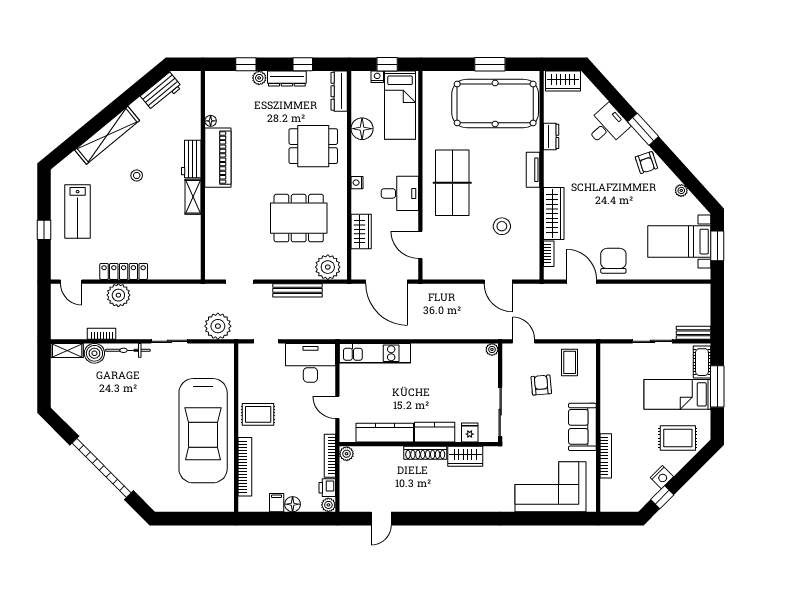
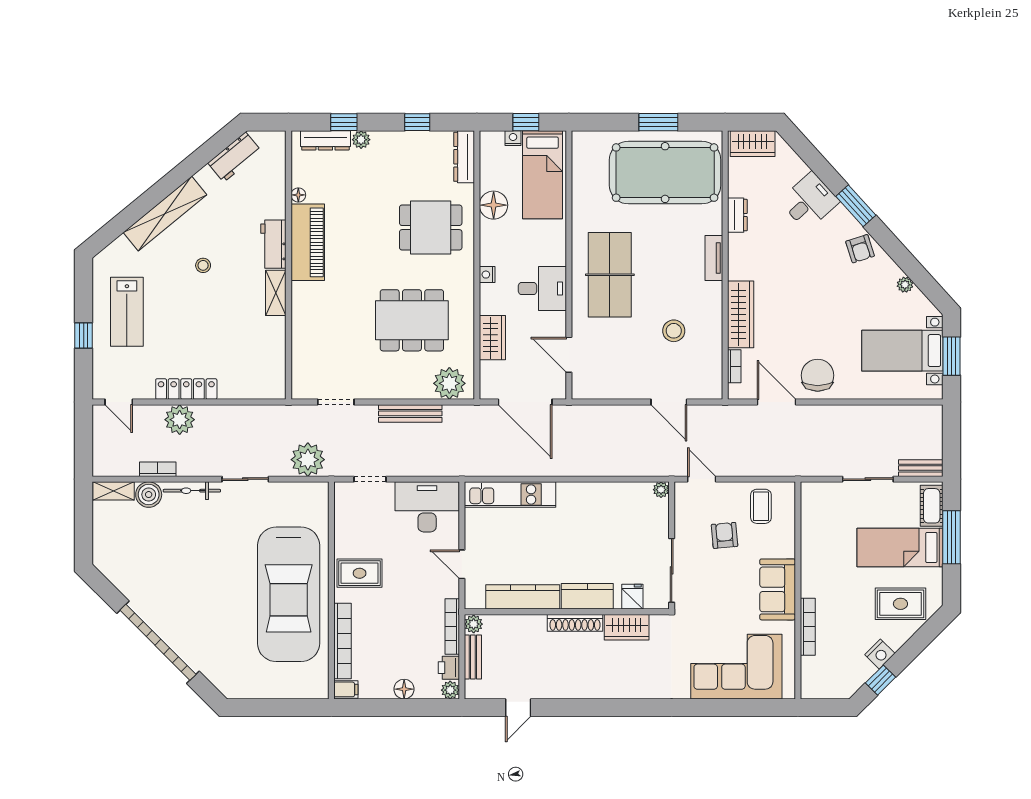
dresser: (287, 79) -> (325, 140), moved
bench: (346, 479) -> (473, 657), added
filing cabinet: (277, 503) -> (346, 689), moved, turned 90

